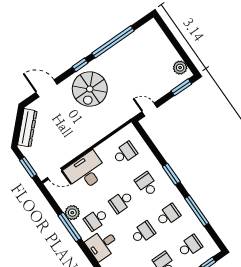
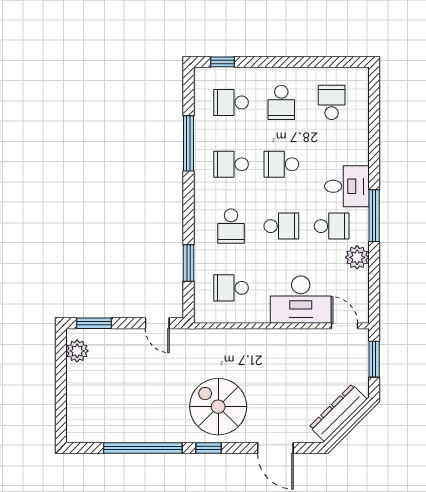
spiral stairs: (90, 89) -> (218, 407), turned -90
window: (171, 174) -> (189, 263), moved
window: (70, 227) -> (374, 216), moved

